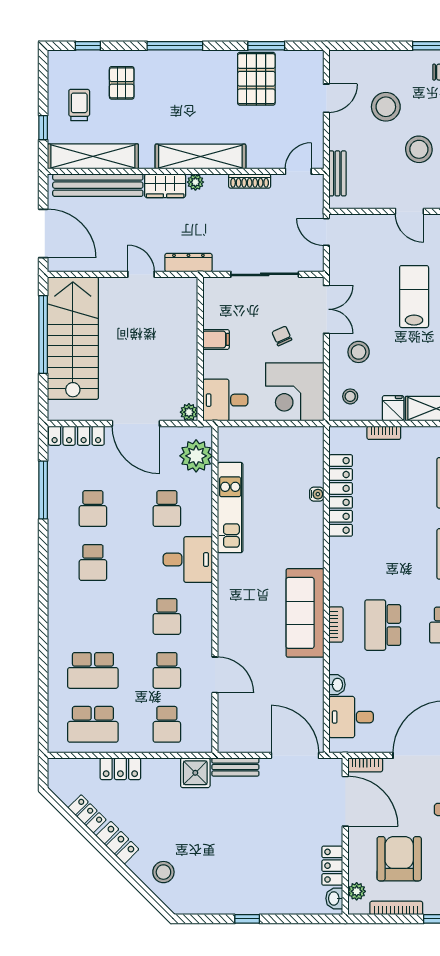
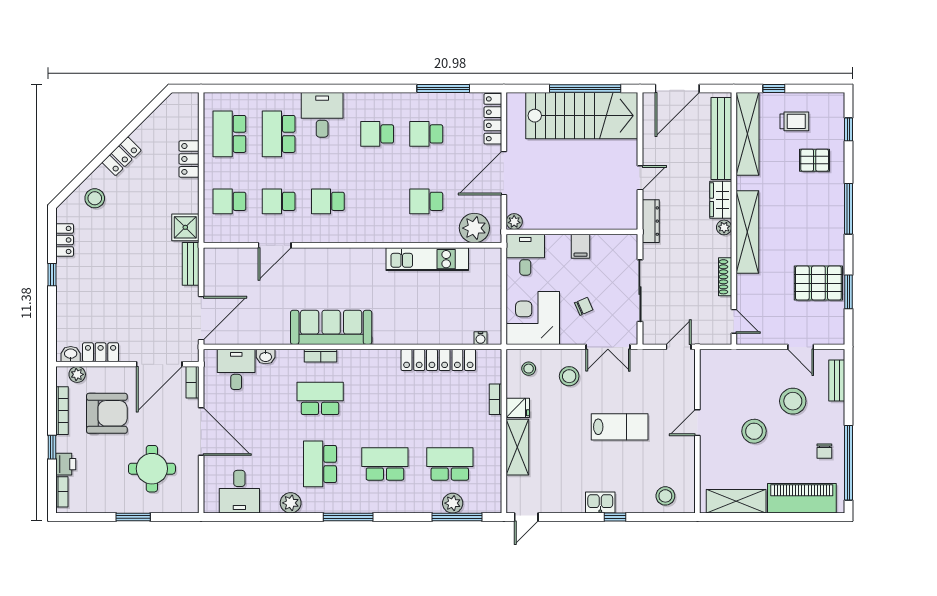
bench: (337, 173) -> (837, 381), moved, turned 90
water cooler: (317, 494) -> (480, 338), moved
desk: (188, 560) -> (322, 115), moved, turned 180
locker: (87, 814) -> (65, 240), moved, turned -45

